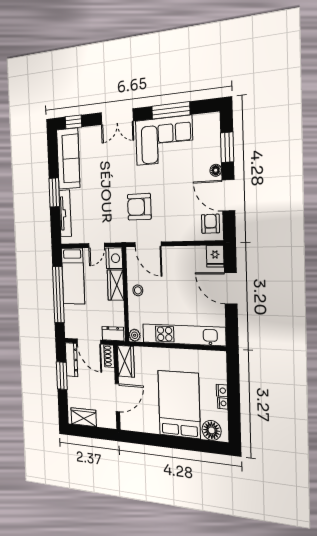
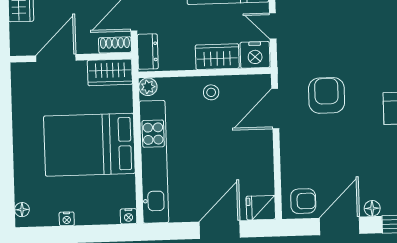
nightstand: (222, 391) -> (129, 216), moved
door: (117, 398) -> (56, 58), swing flipped
bed: (179, 404) -> (89, 145), moved, turned 180
floor lamp: (212, 430) -> (22, 210), width x0.53, depth x0.53

